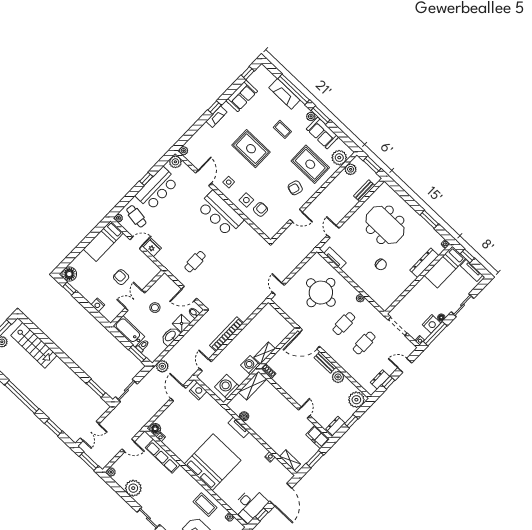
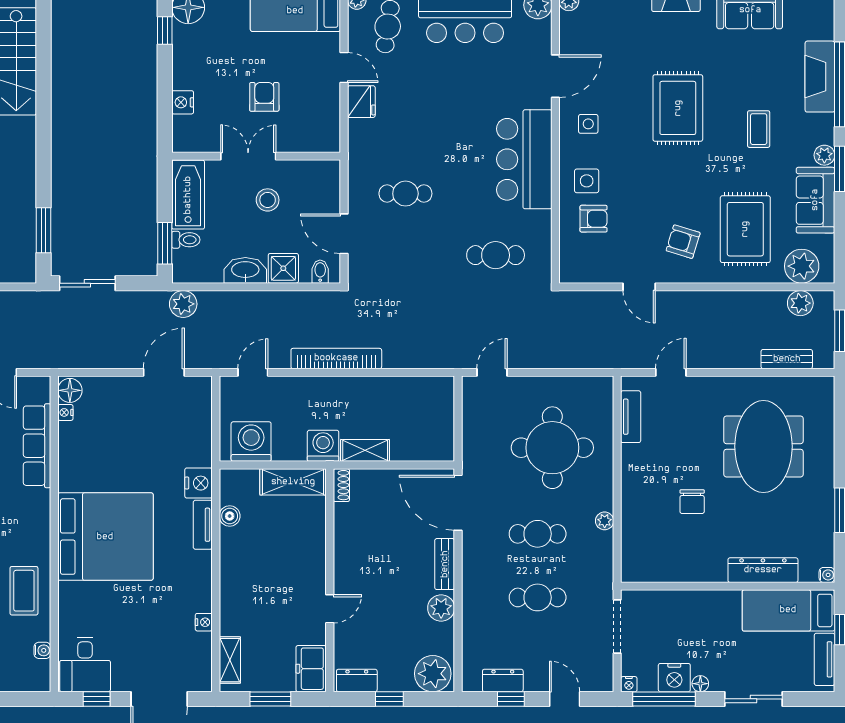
cafe table: (242, 252) -> (496, 255), added
nightstand: (198, 391) -> (199, 483), moved
desk: (250, 505) -> (85, 665), width x0.73

